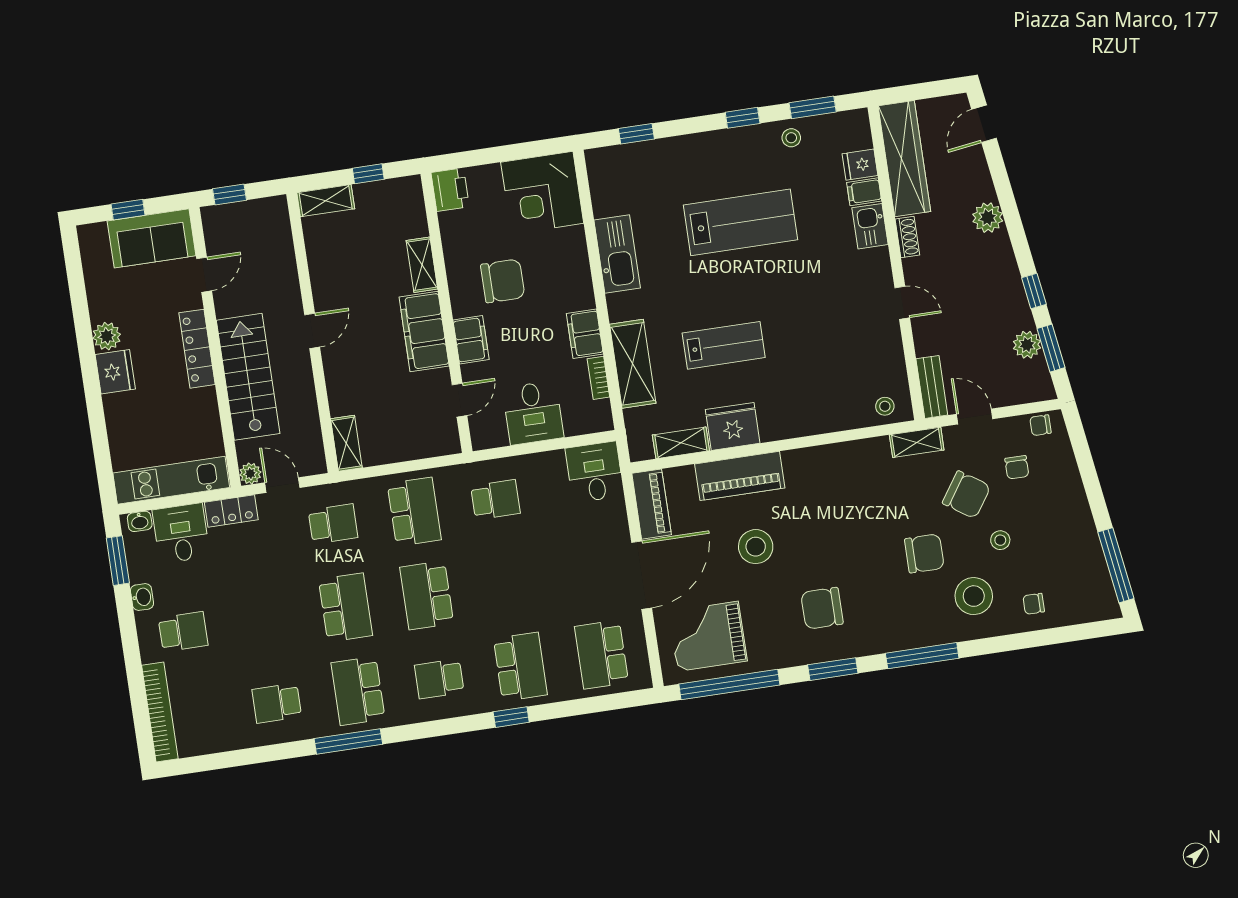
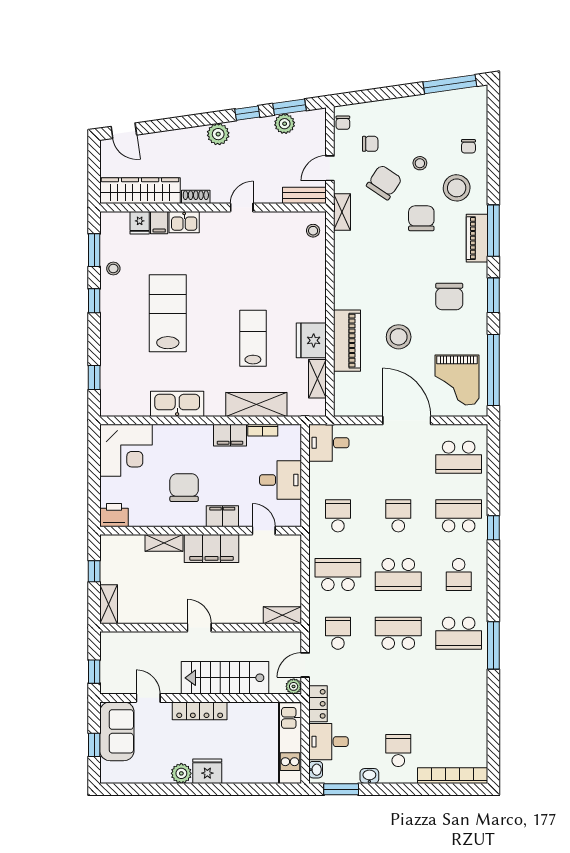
plant: (988, 218) -> (218, 134), moved
piano: (652, 504) -> (477, 238), moved, turned -90
school desk: (277, 703) -> (398, 516), moved, turned 180

